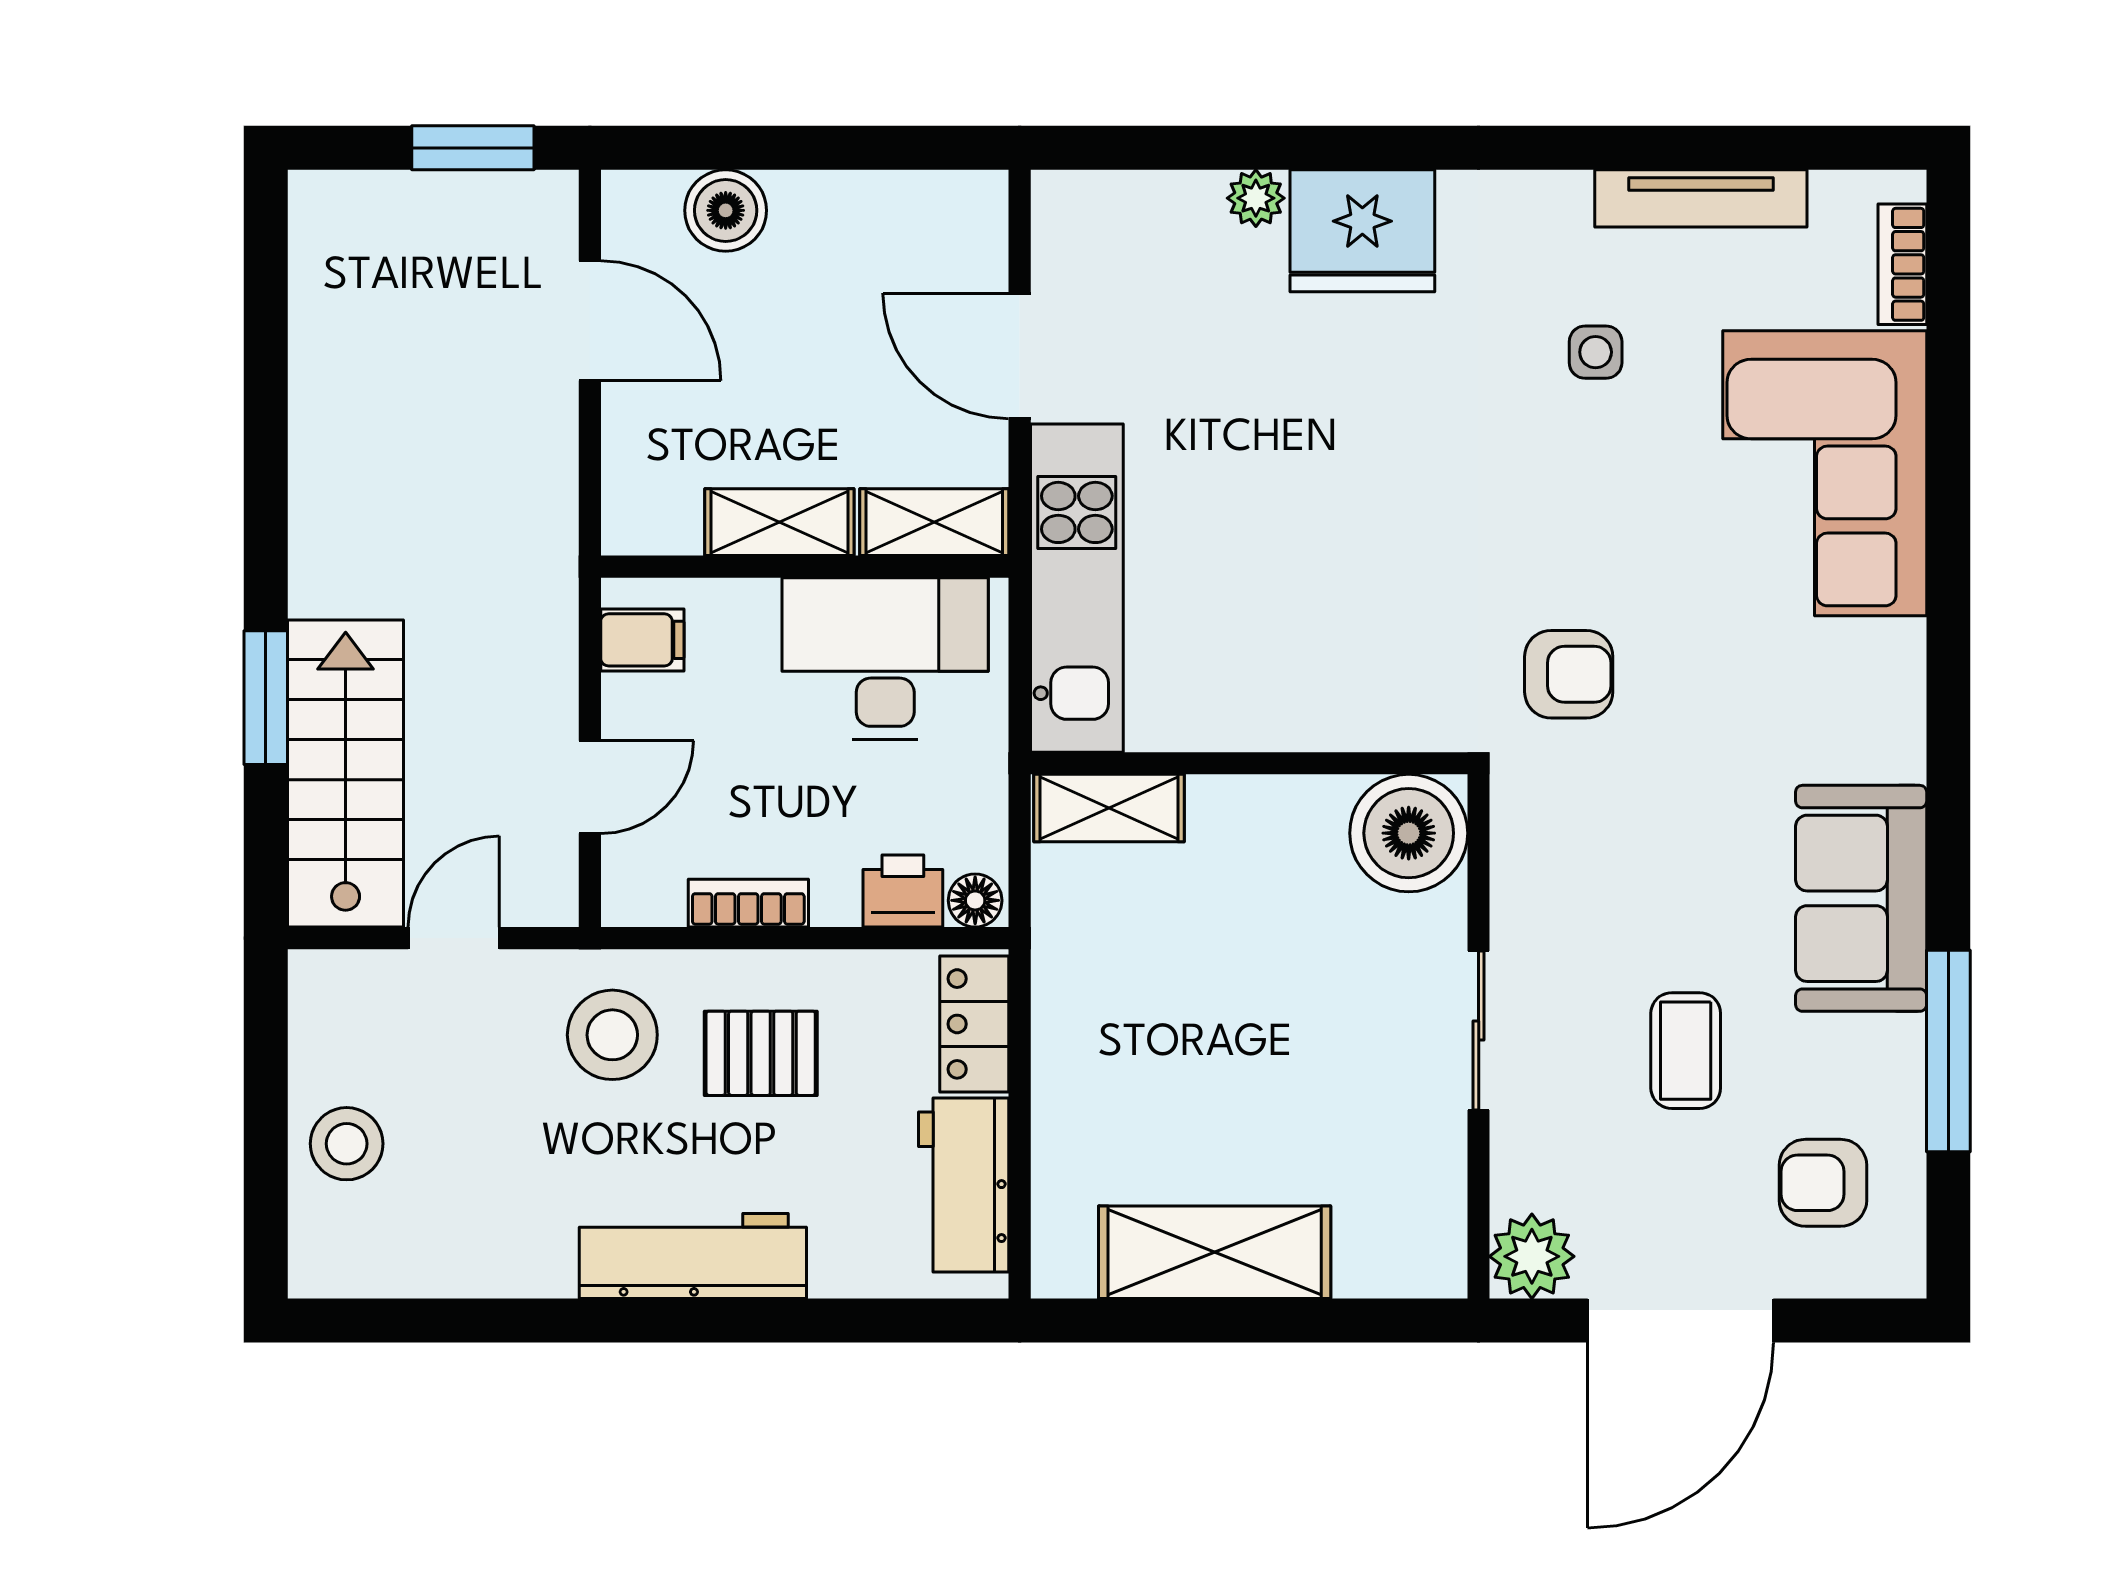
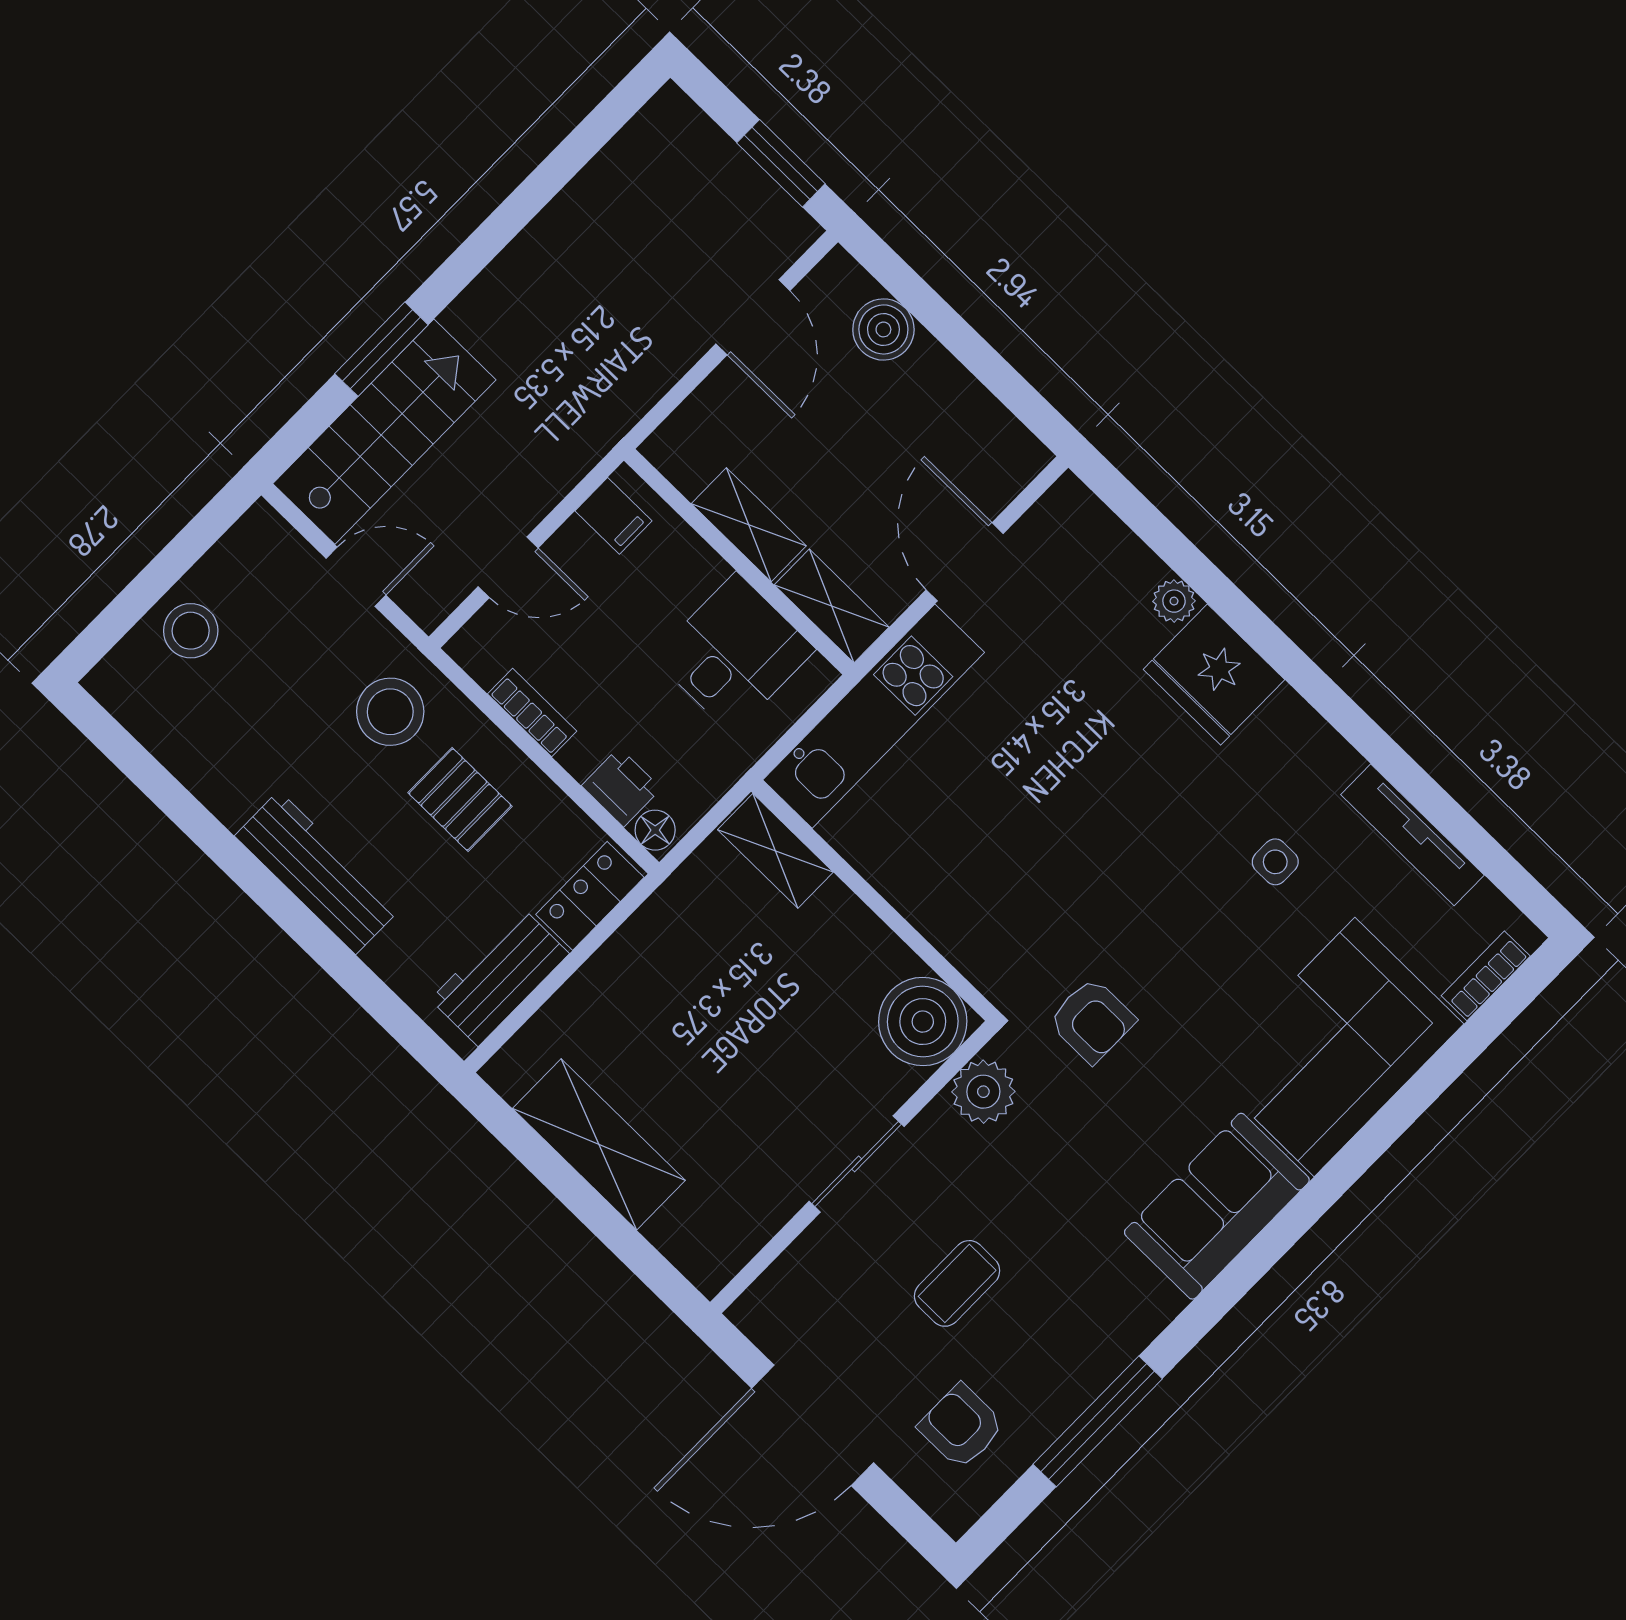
desk: (885, 658) -> (734, 653), width x0.73
sofa: (1861, 898) -> (1217, 1206), moved
plant: (1532, 1256) -> (983, 1092), moved

